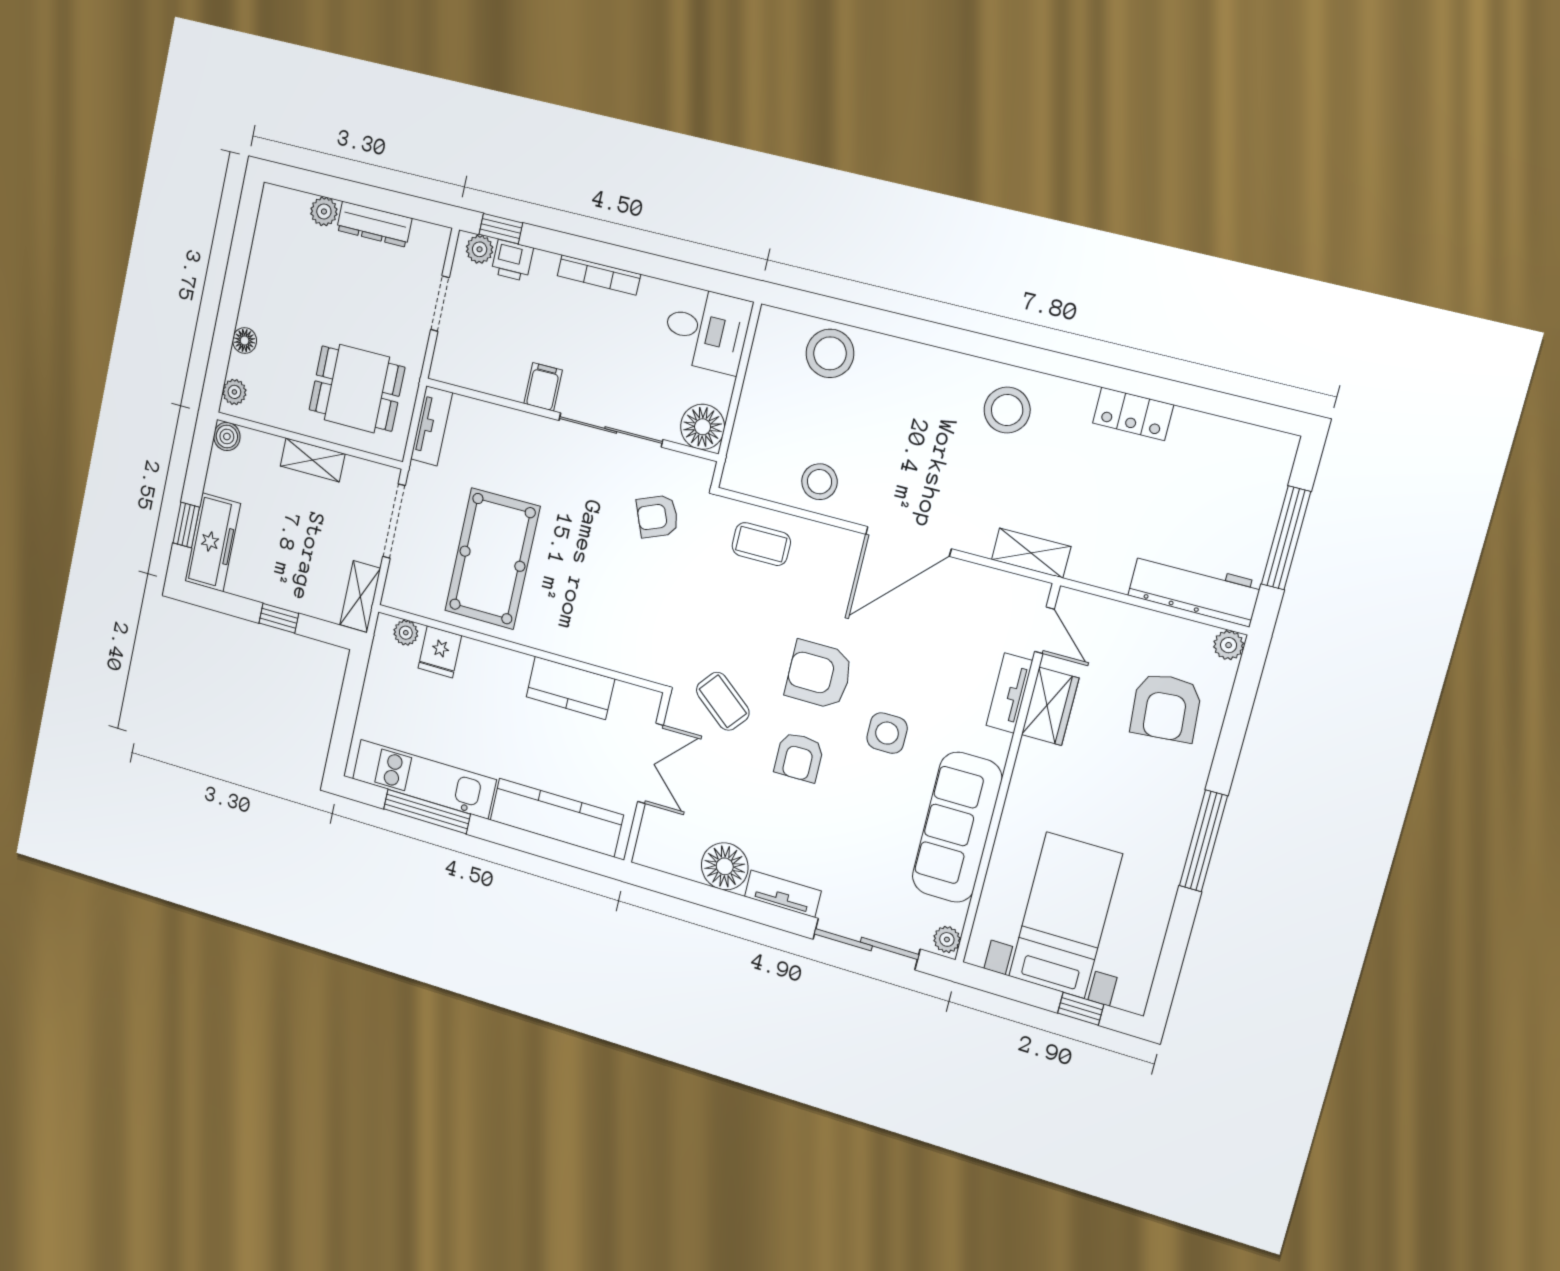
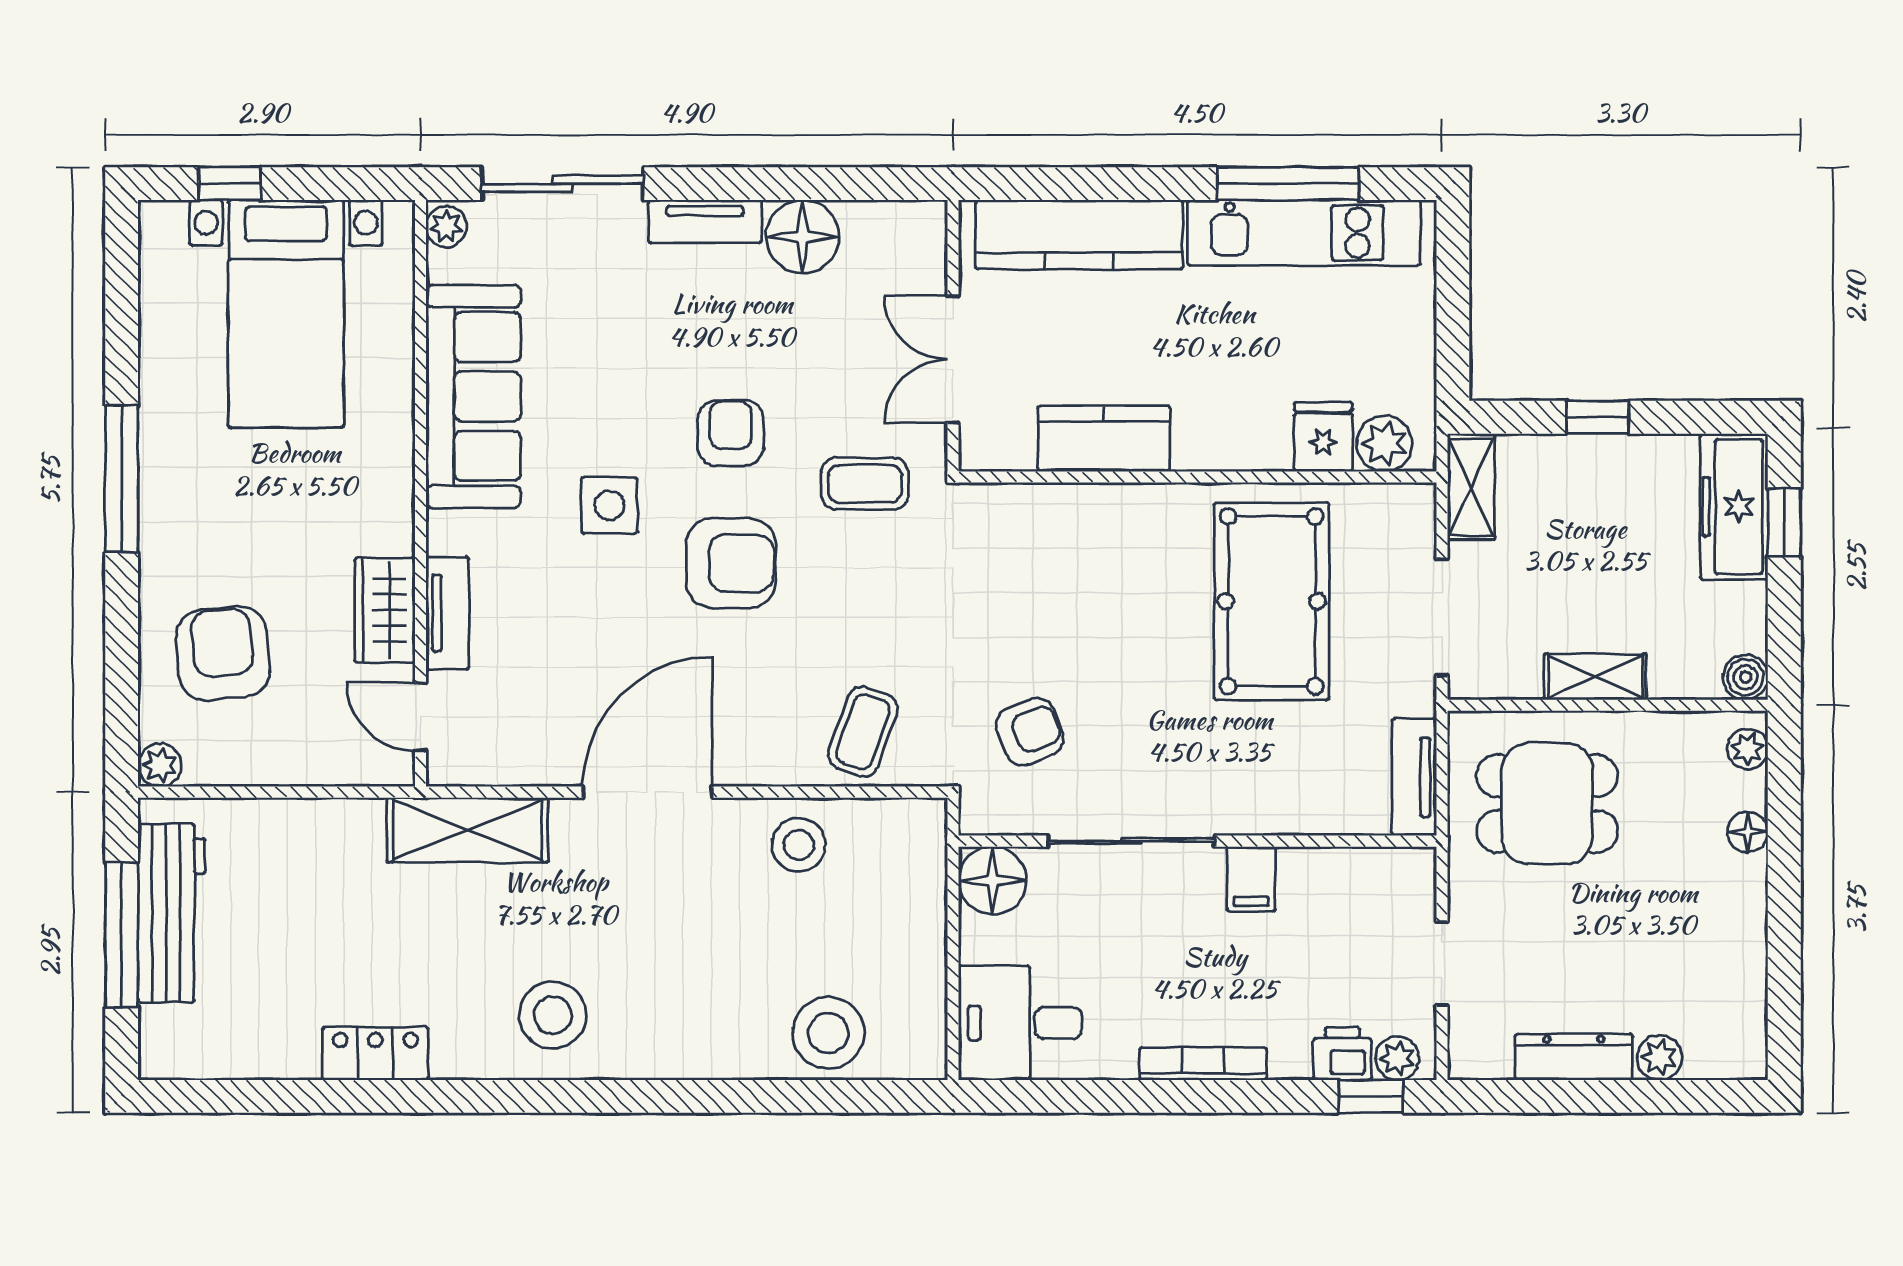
coffee table: (761, 544) -> (863, 732), turned -70
shelving: (1031, 553) -> (467, 830), width x1.50, depth x1.33
workbench: (1194, 589) -> (172, 913), moved, turned -90
plant: (406, 633) -> (1385, 444), width x1.38, depth x1.38
coffee table: (723, 701) -> (865, 484), turned -39

